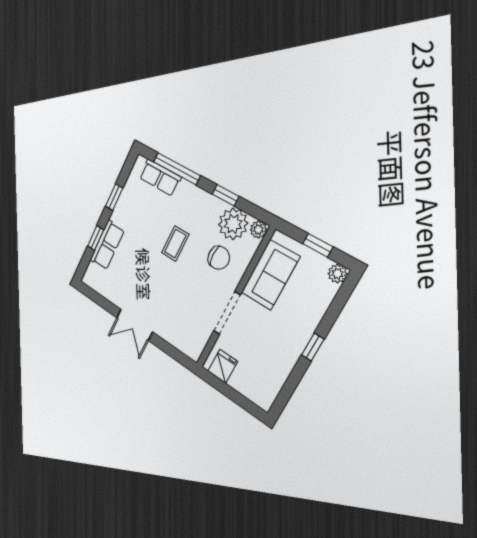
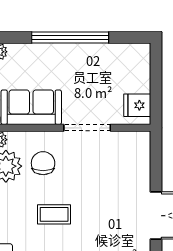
window: (313, 347) -> (70, 38), width x3.17

